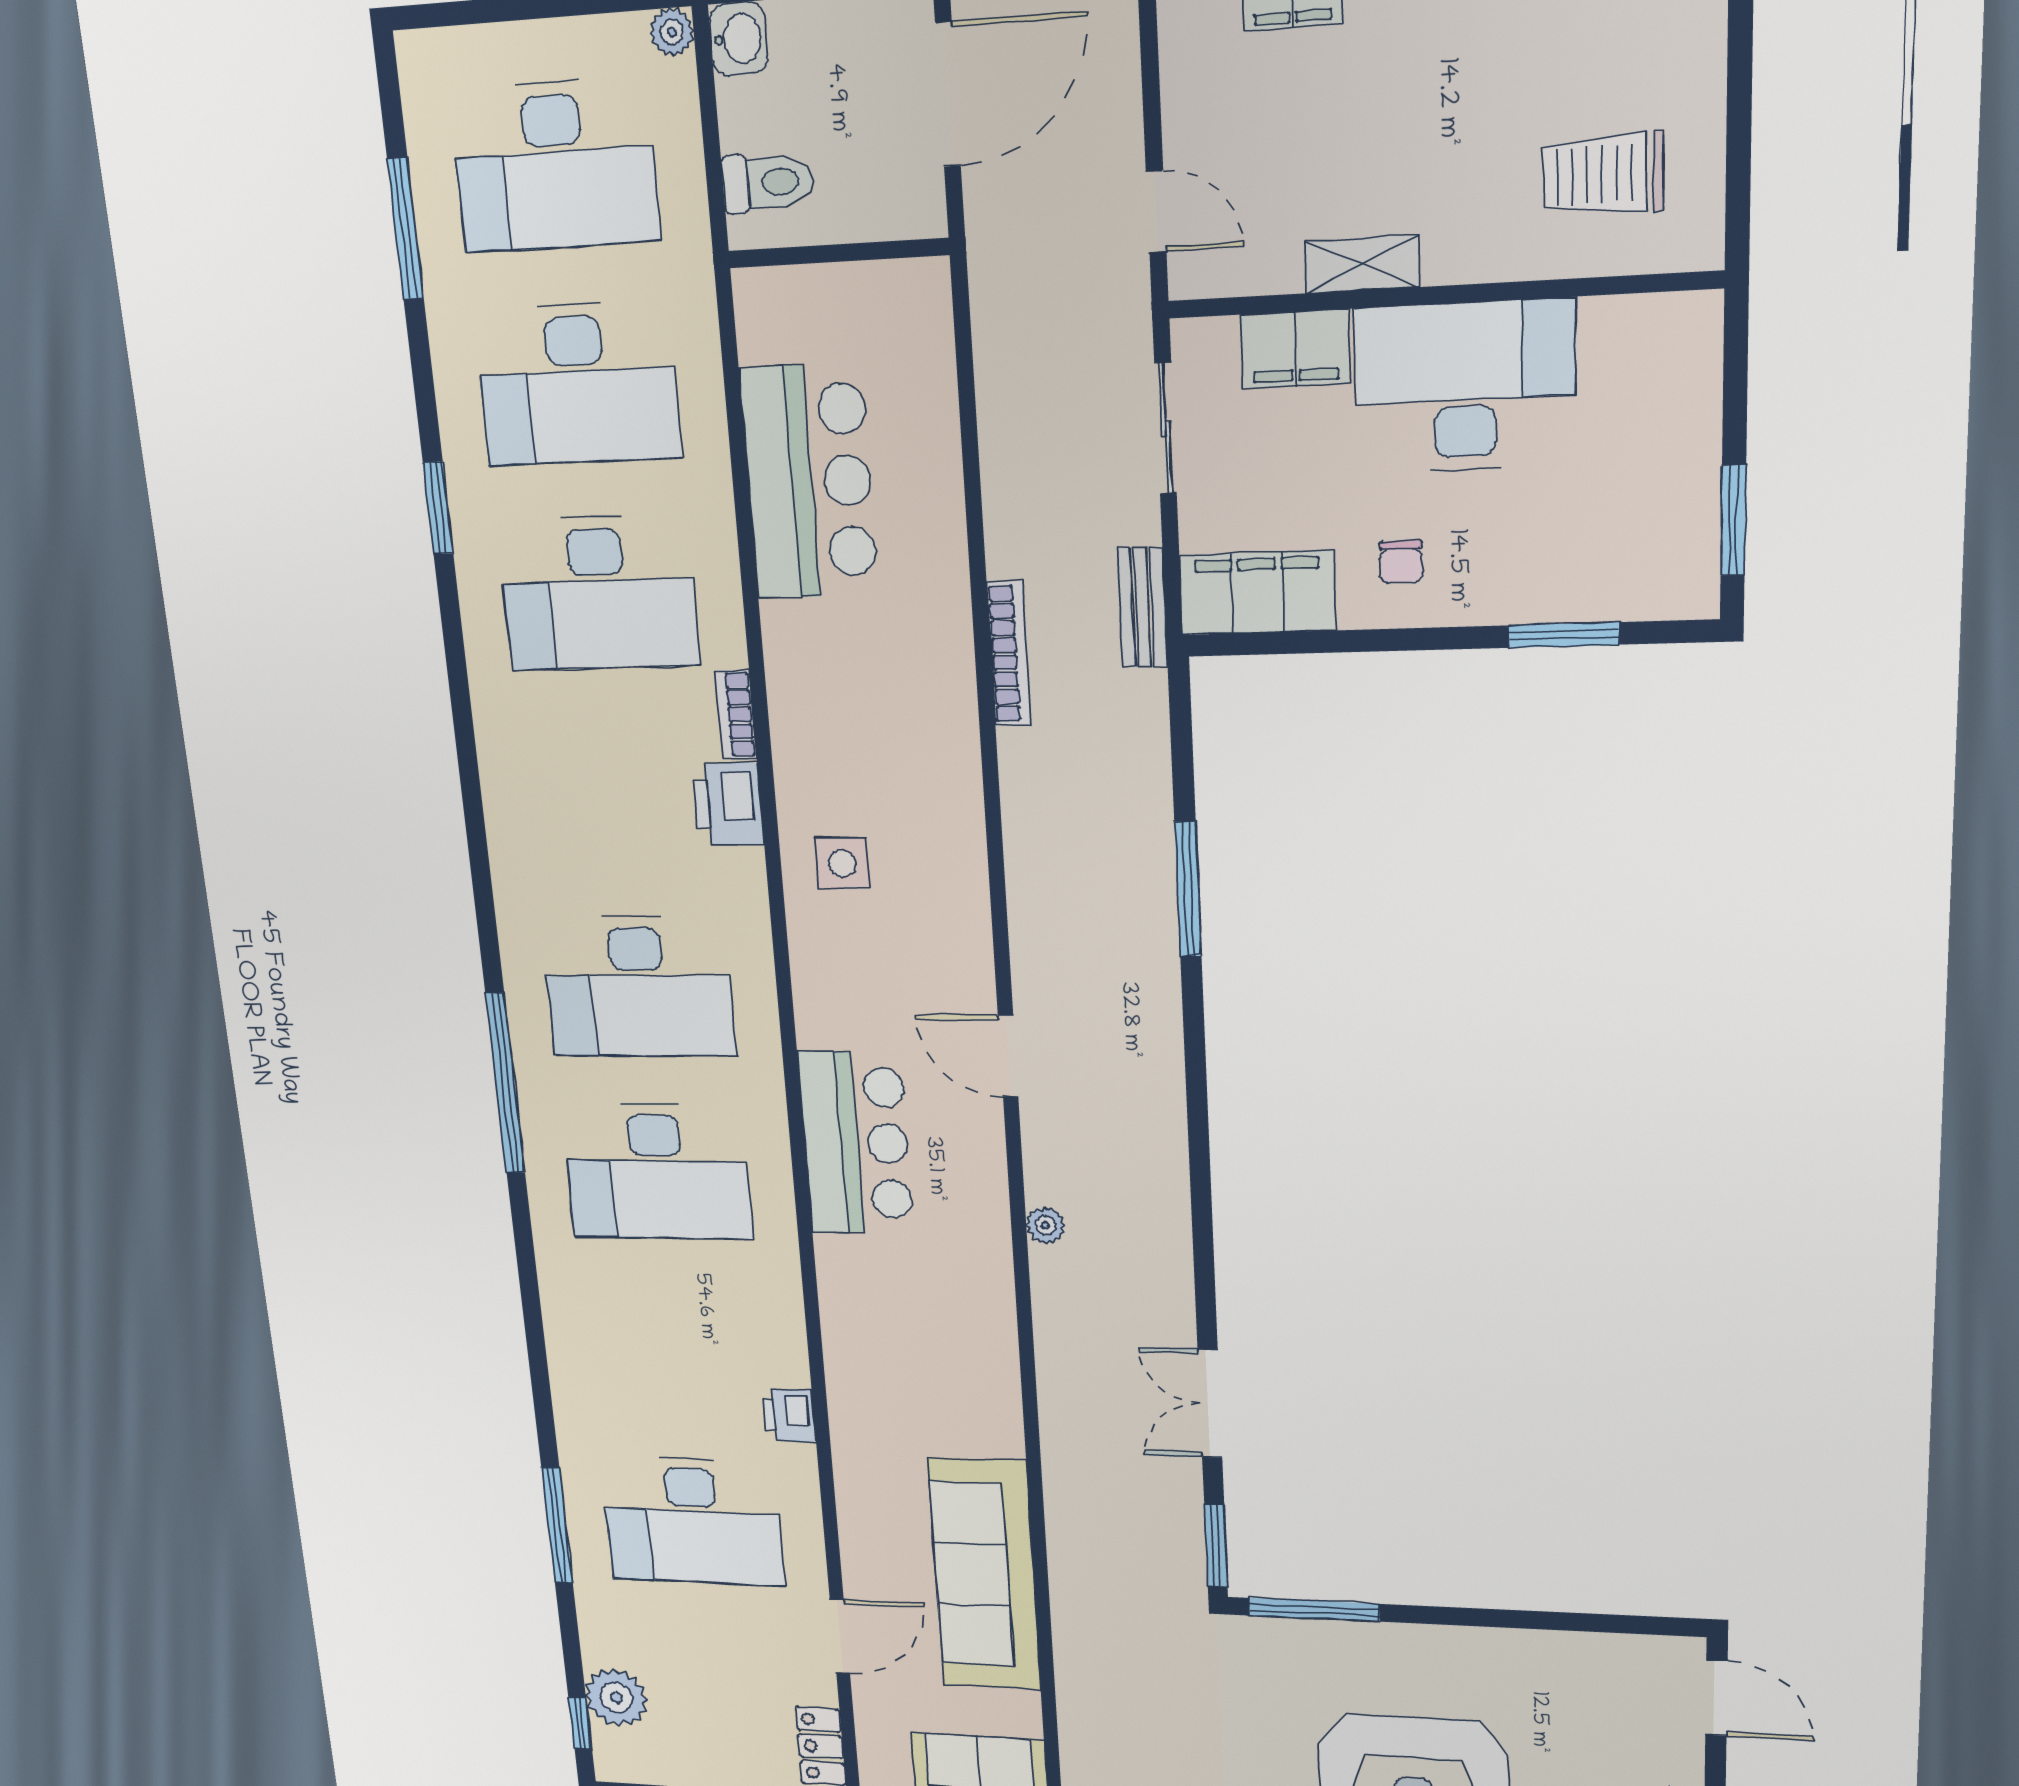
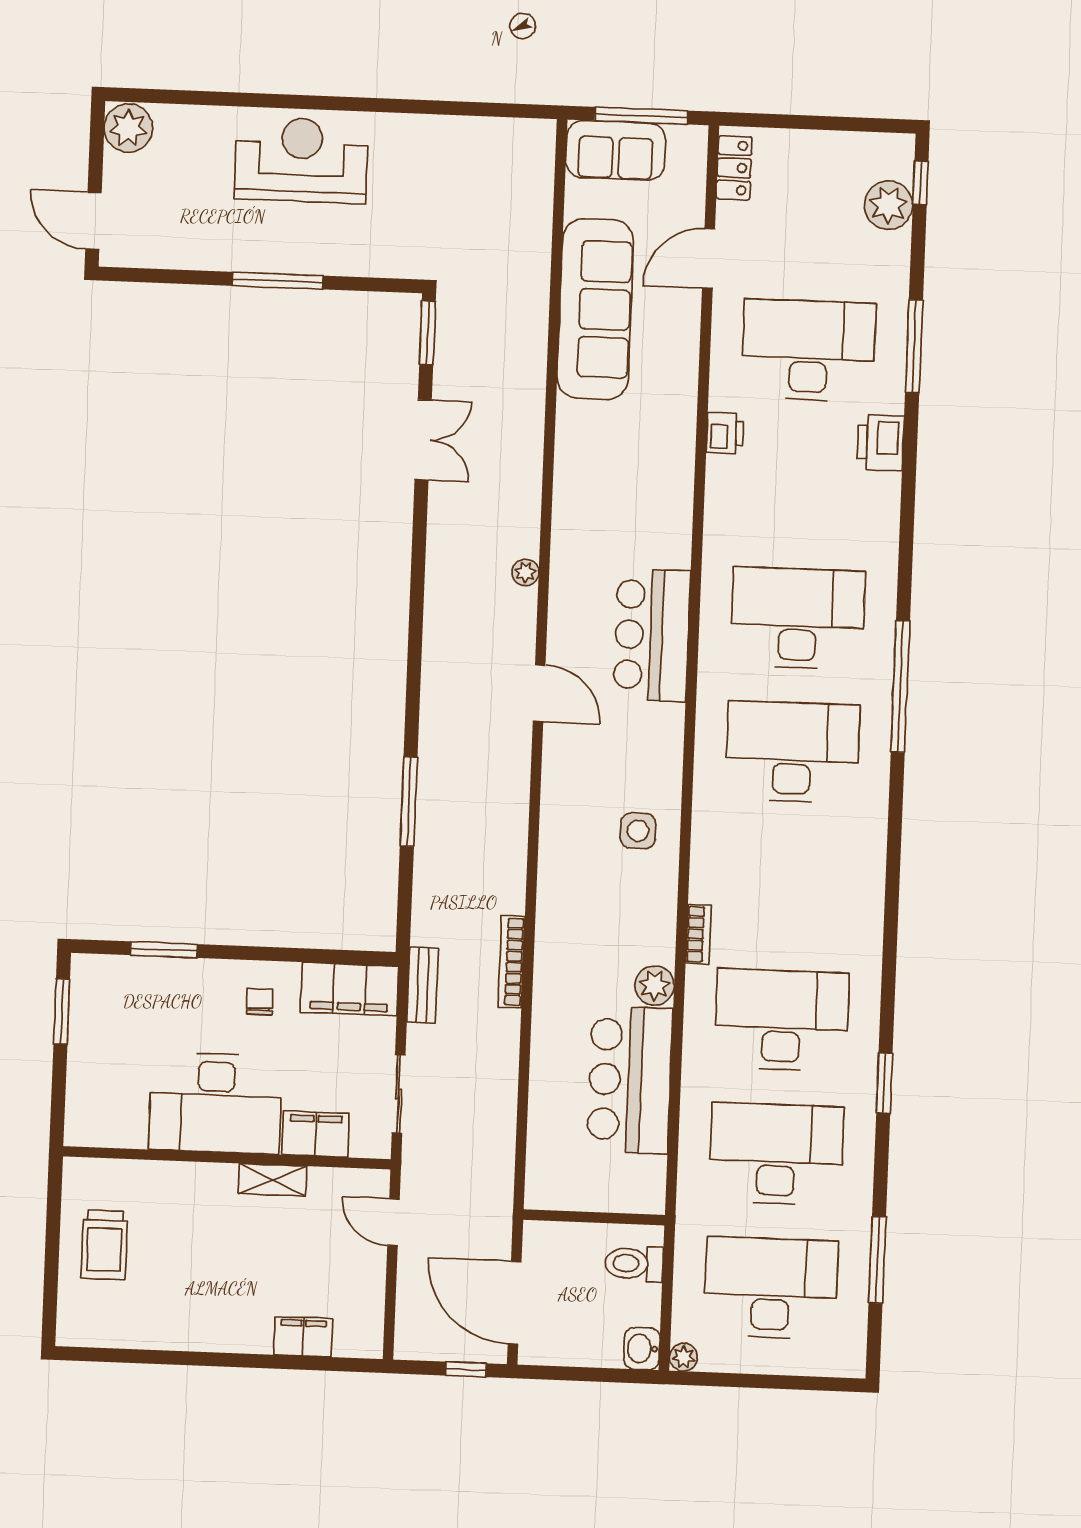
door: (948, 94) -> (515, 1303), hinge flipped
trolley: (1603, 174) -> (104, 1245), moved, turned 90
plant: (790, 632) -> (655, 986), added
printer: (728, 804) -> (881, 443), moved, turned 180
window: (1314, 1610) -> (278, 281), moved

